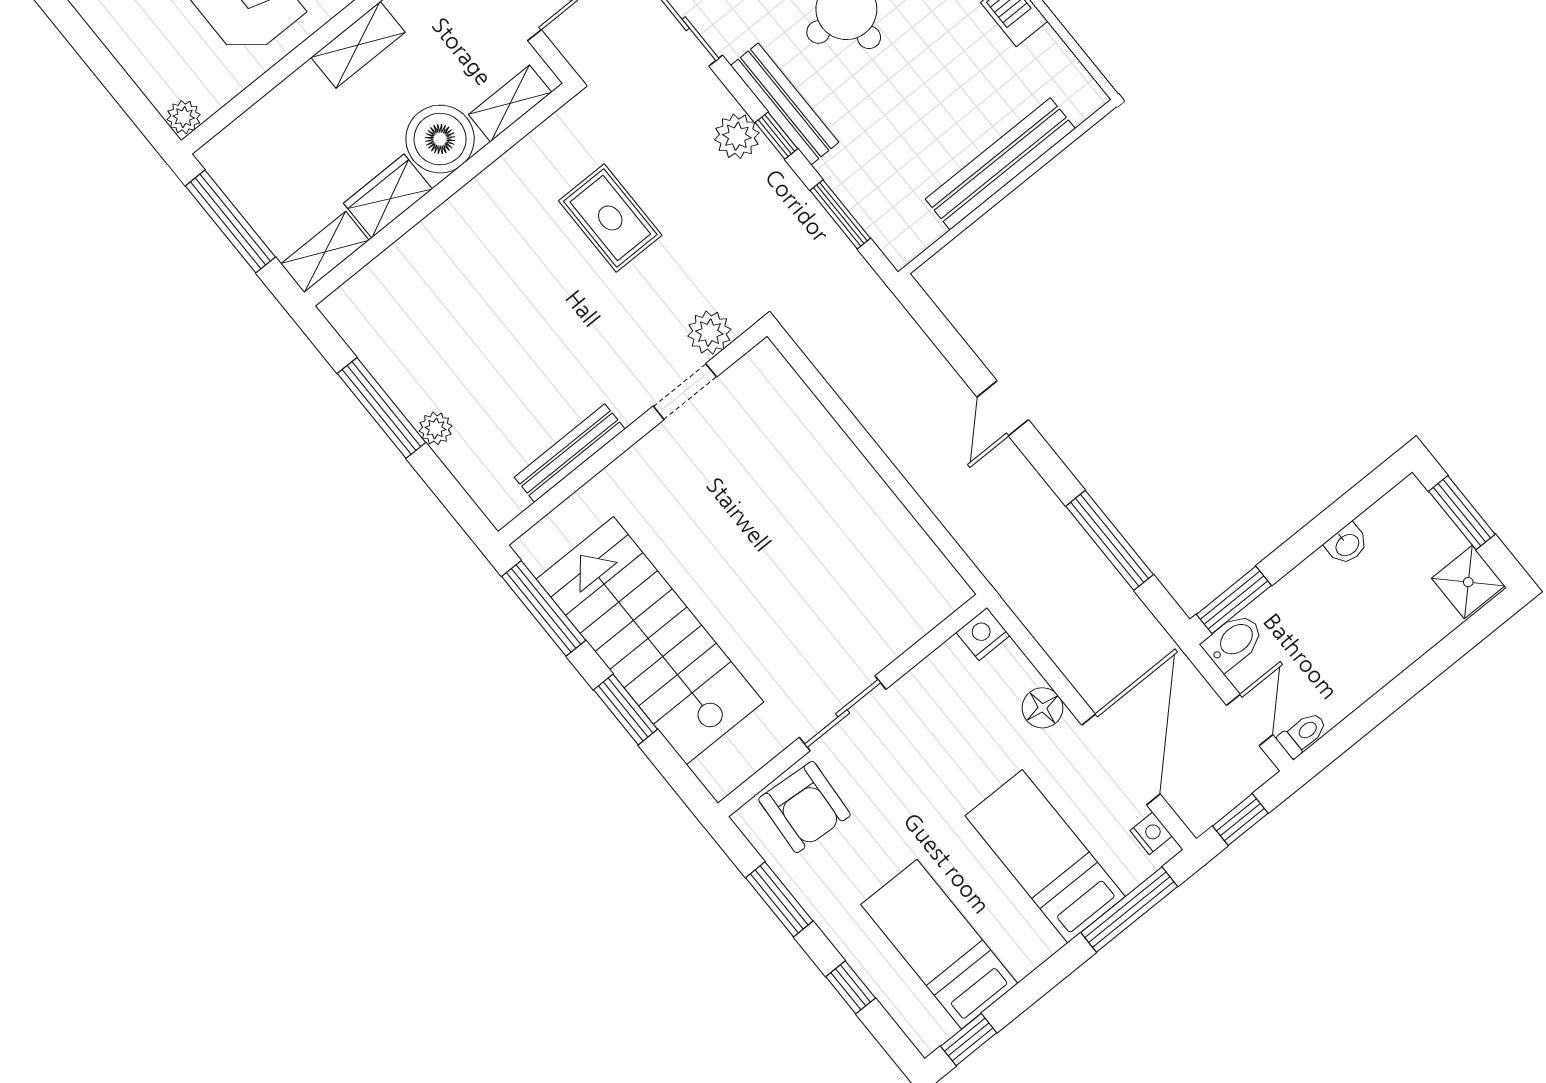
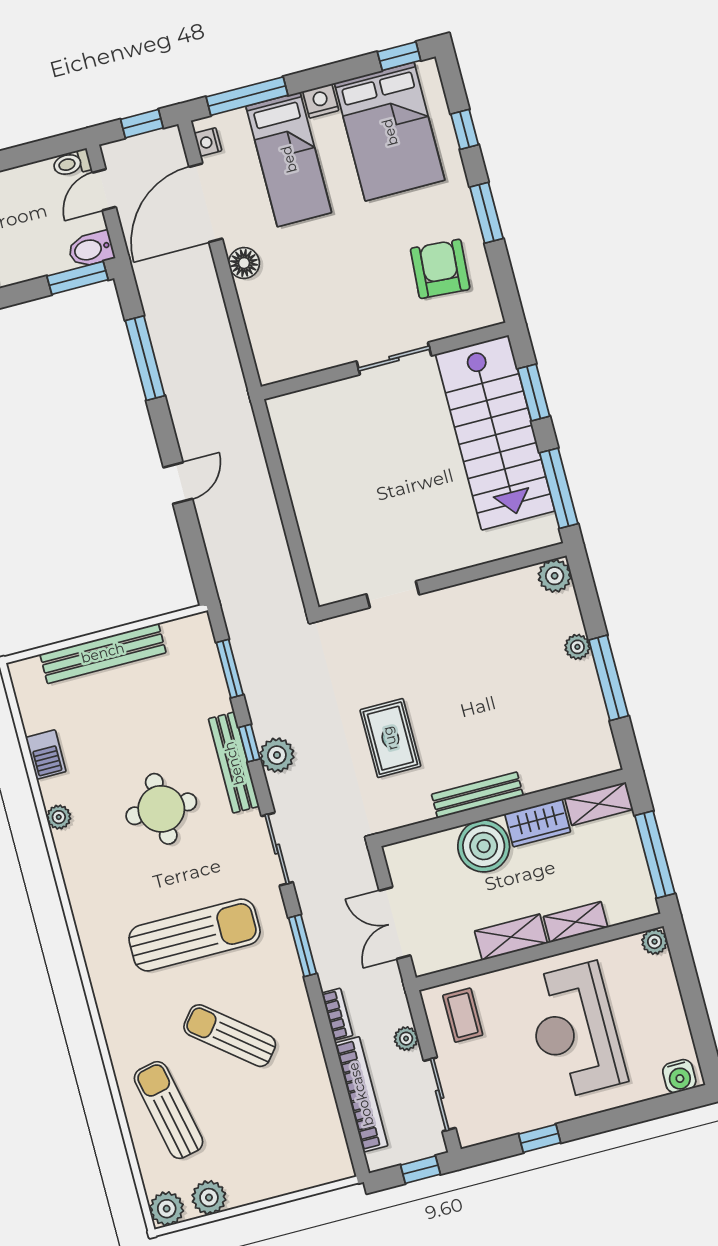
shelving: (510, 103) -> (576, 922), moved
plant: (709, 333) -> (555, 576), moved
bench: (570, 453) -> (477, 795), moved
nightstand: (983, 634) -> (321, 101), moved, turned 180
wall: (852, 705) -> (385, 361), moved
sliding door: (843, 713) -> (394, 359), moved
bed: (939, 944) -> (390, 132), width x1.50

